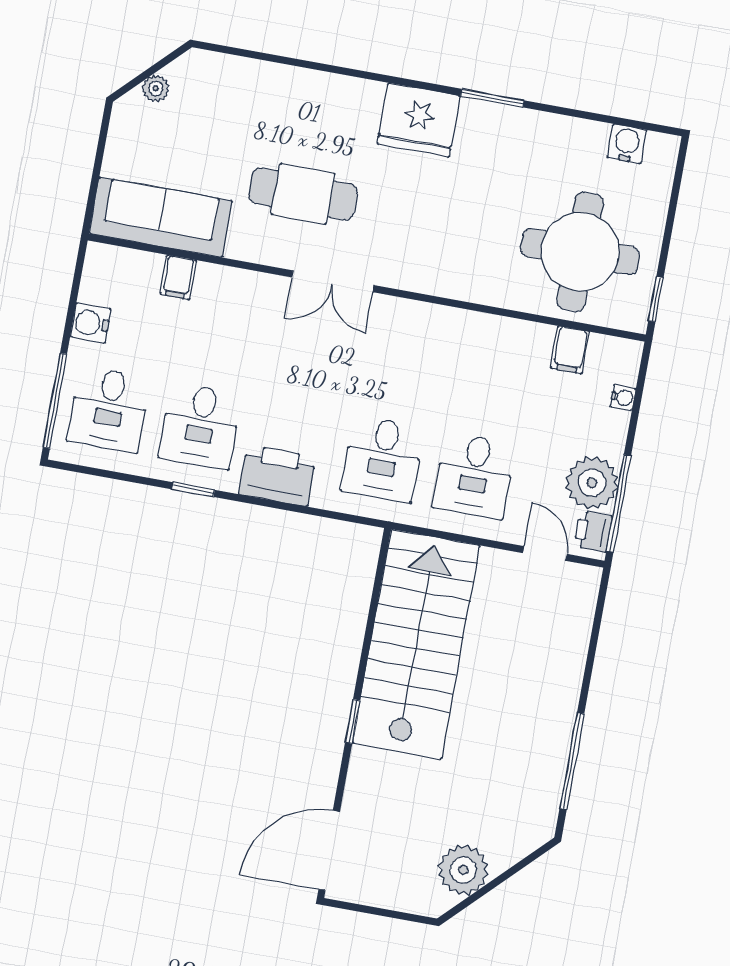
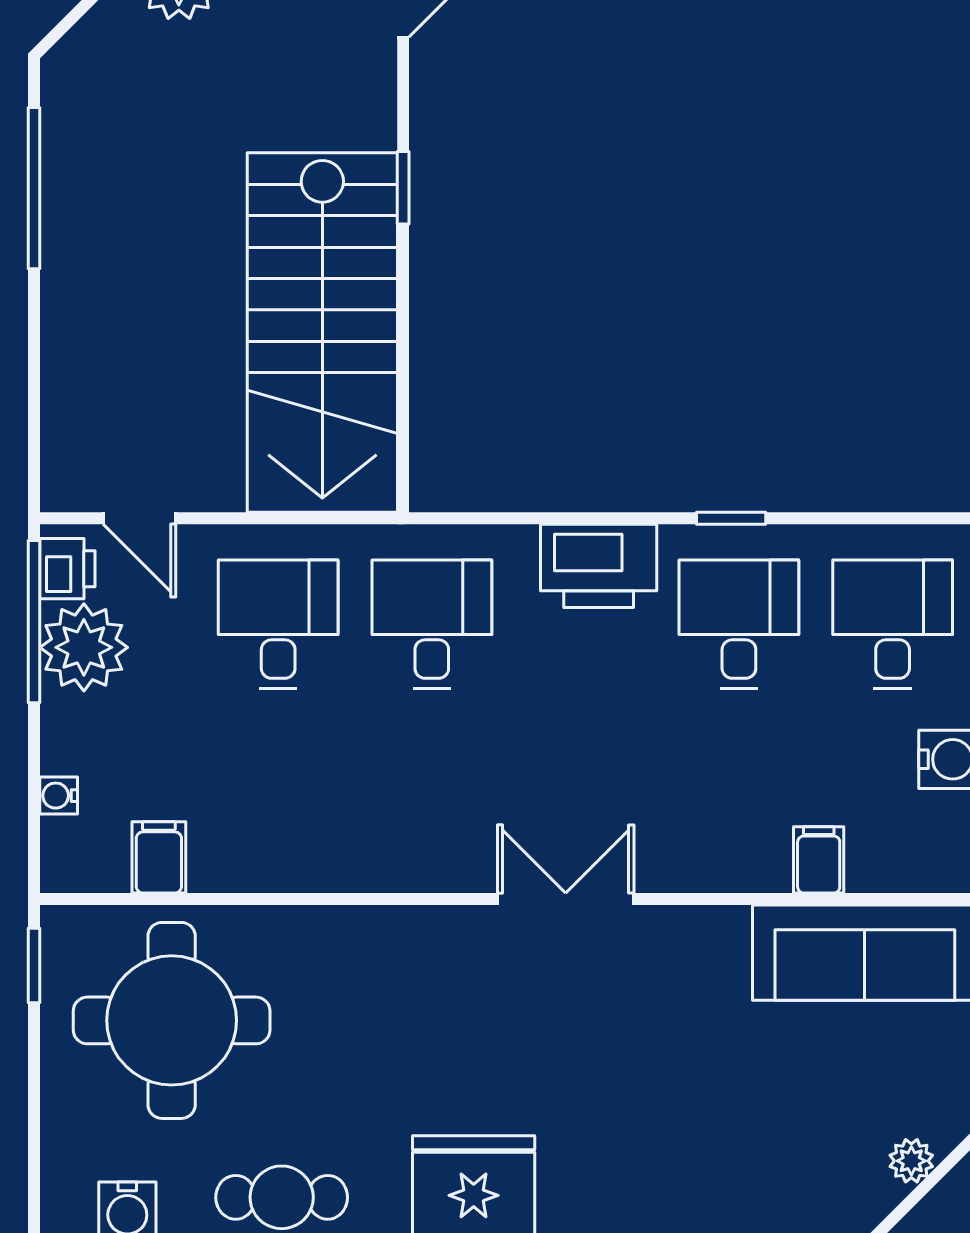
cafe table: (303, 194) -> (282, 1197), moved, width x0.73, depth x0.74

